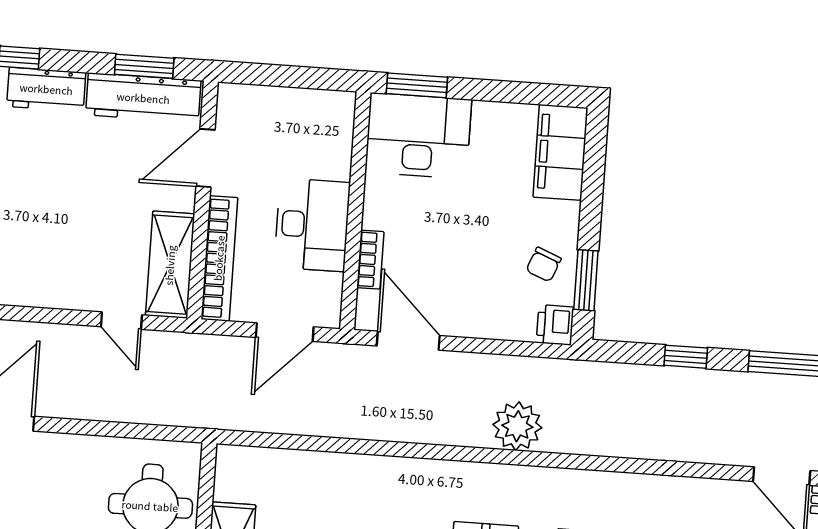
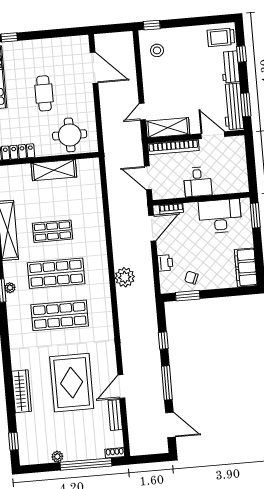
desk: (418, 136) -> (220, 216), moved, turned -90
filing cabinet: (560, 152) -> (246, 267), moved, turned -90
desk: (312, 225) -> (198, 182), width x0.73
bookcase: (370, 260) -> (171, 209), moved
printer: (555, 325) -> (165, 263), moved, turned 90

